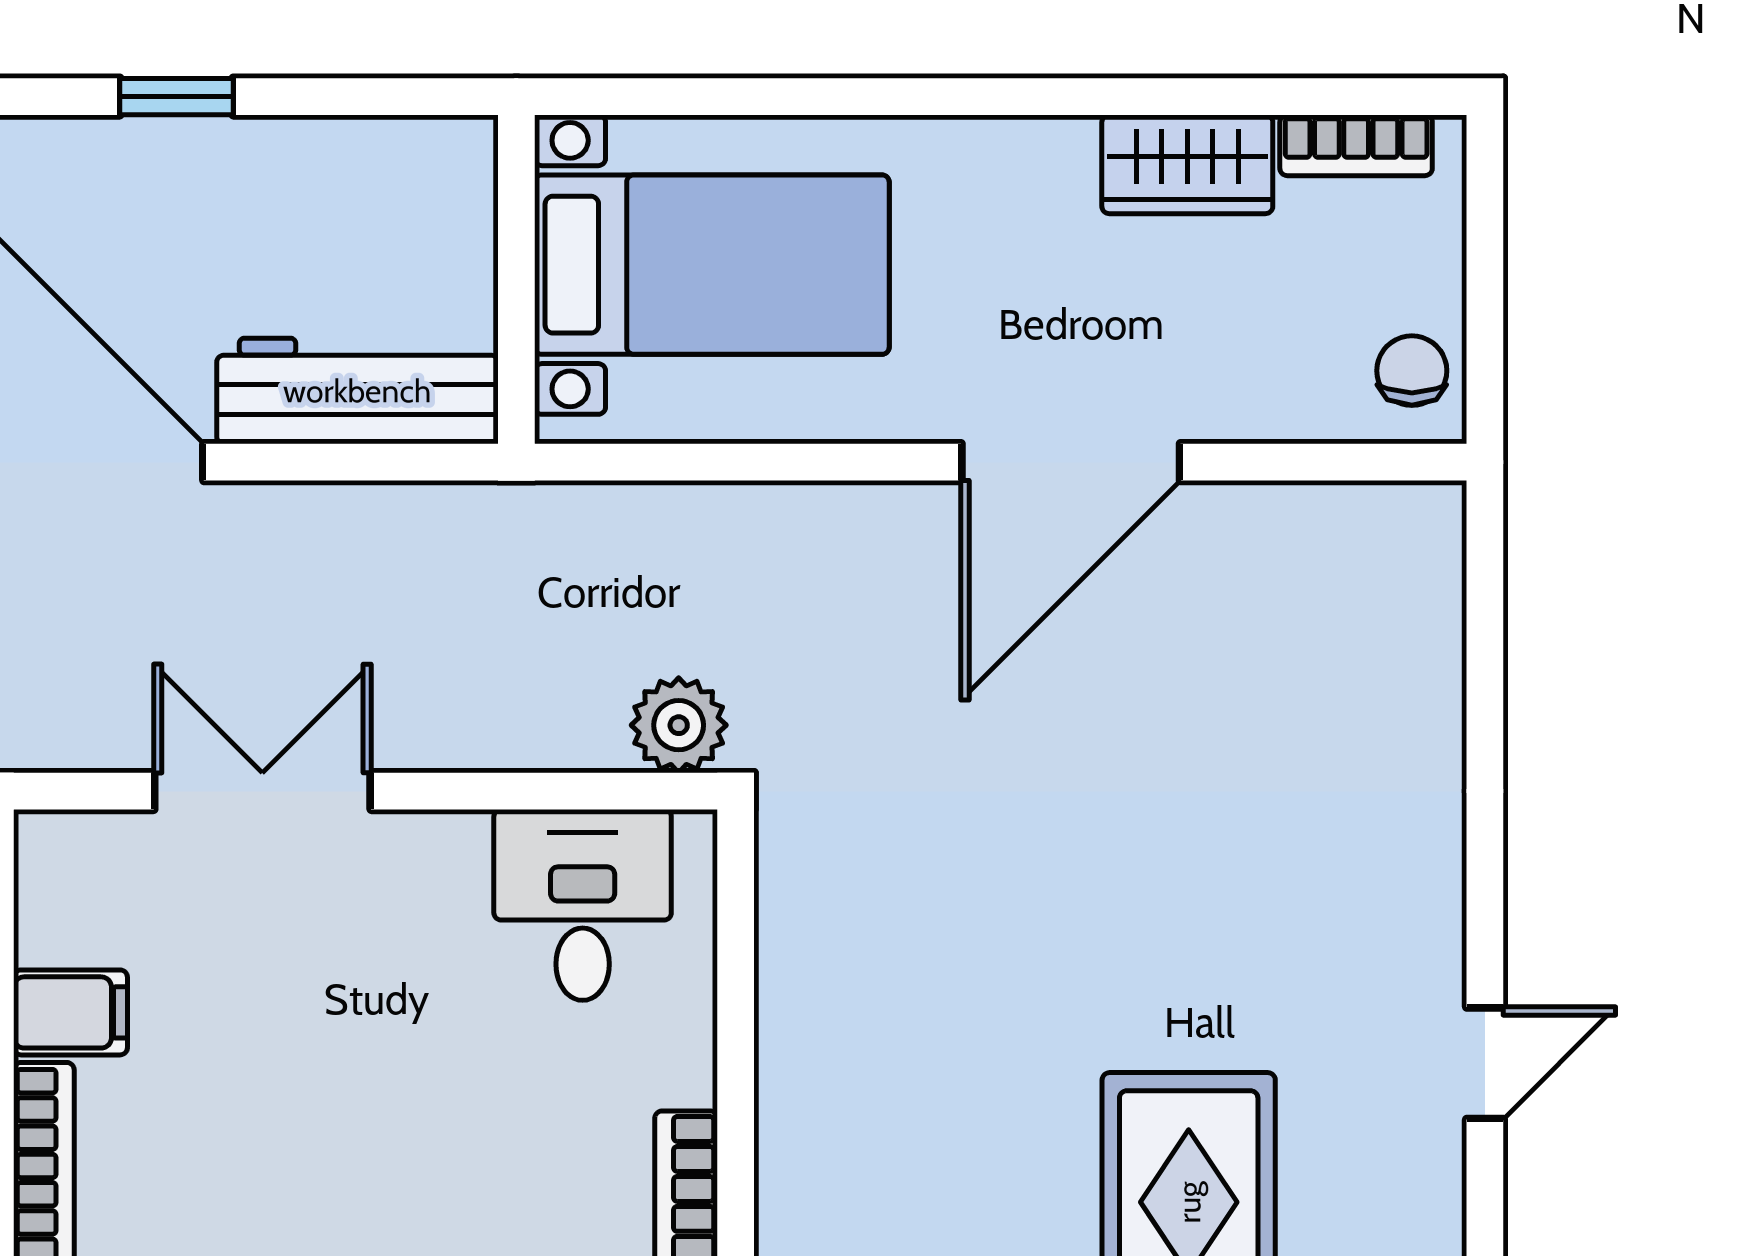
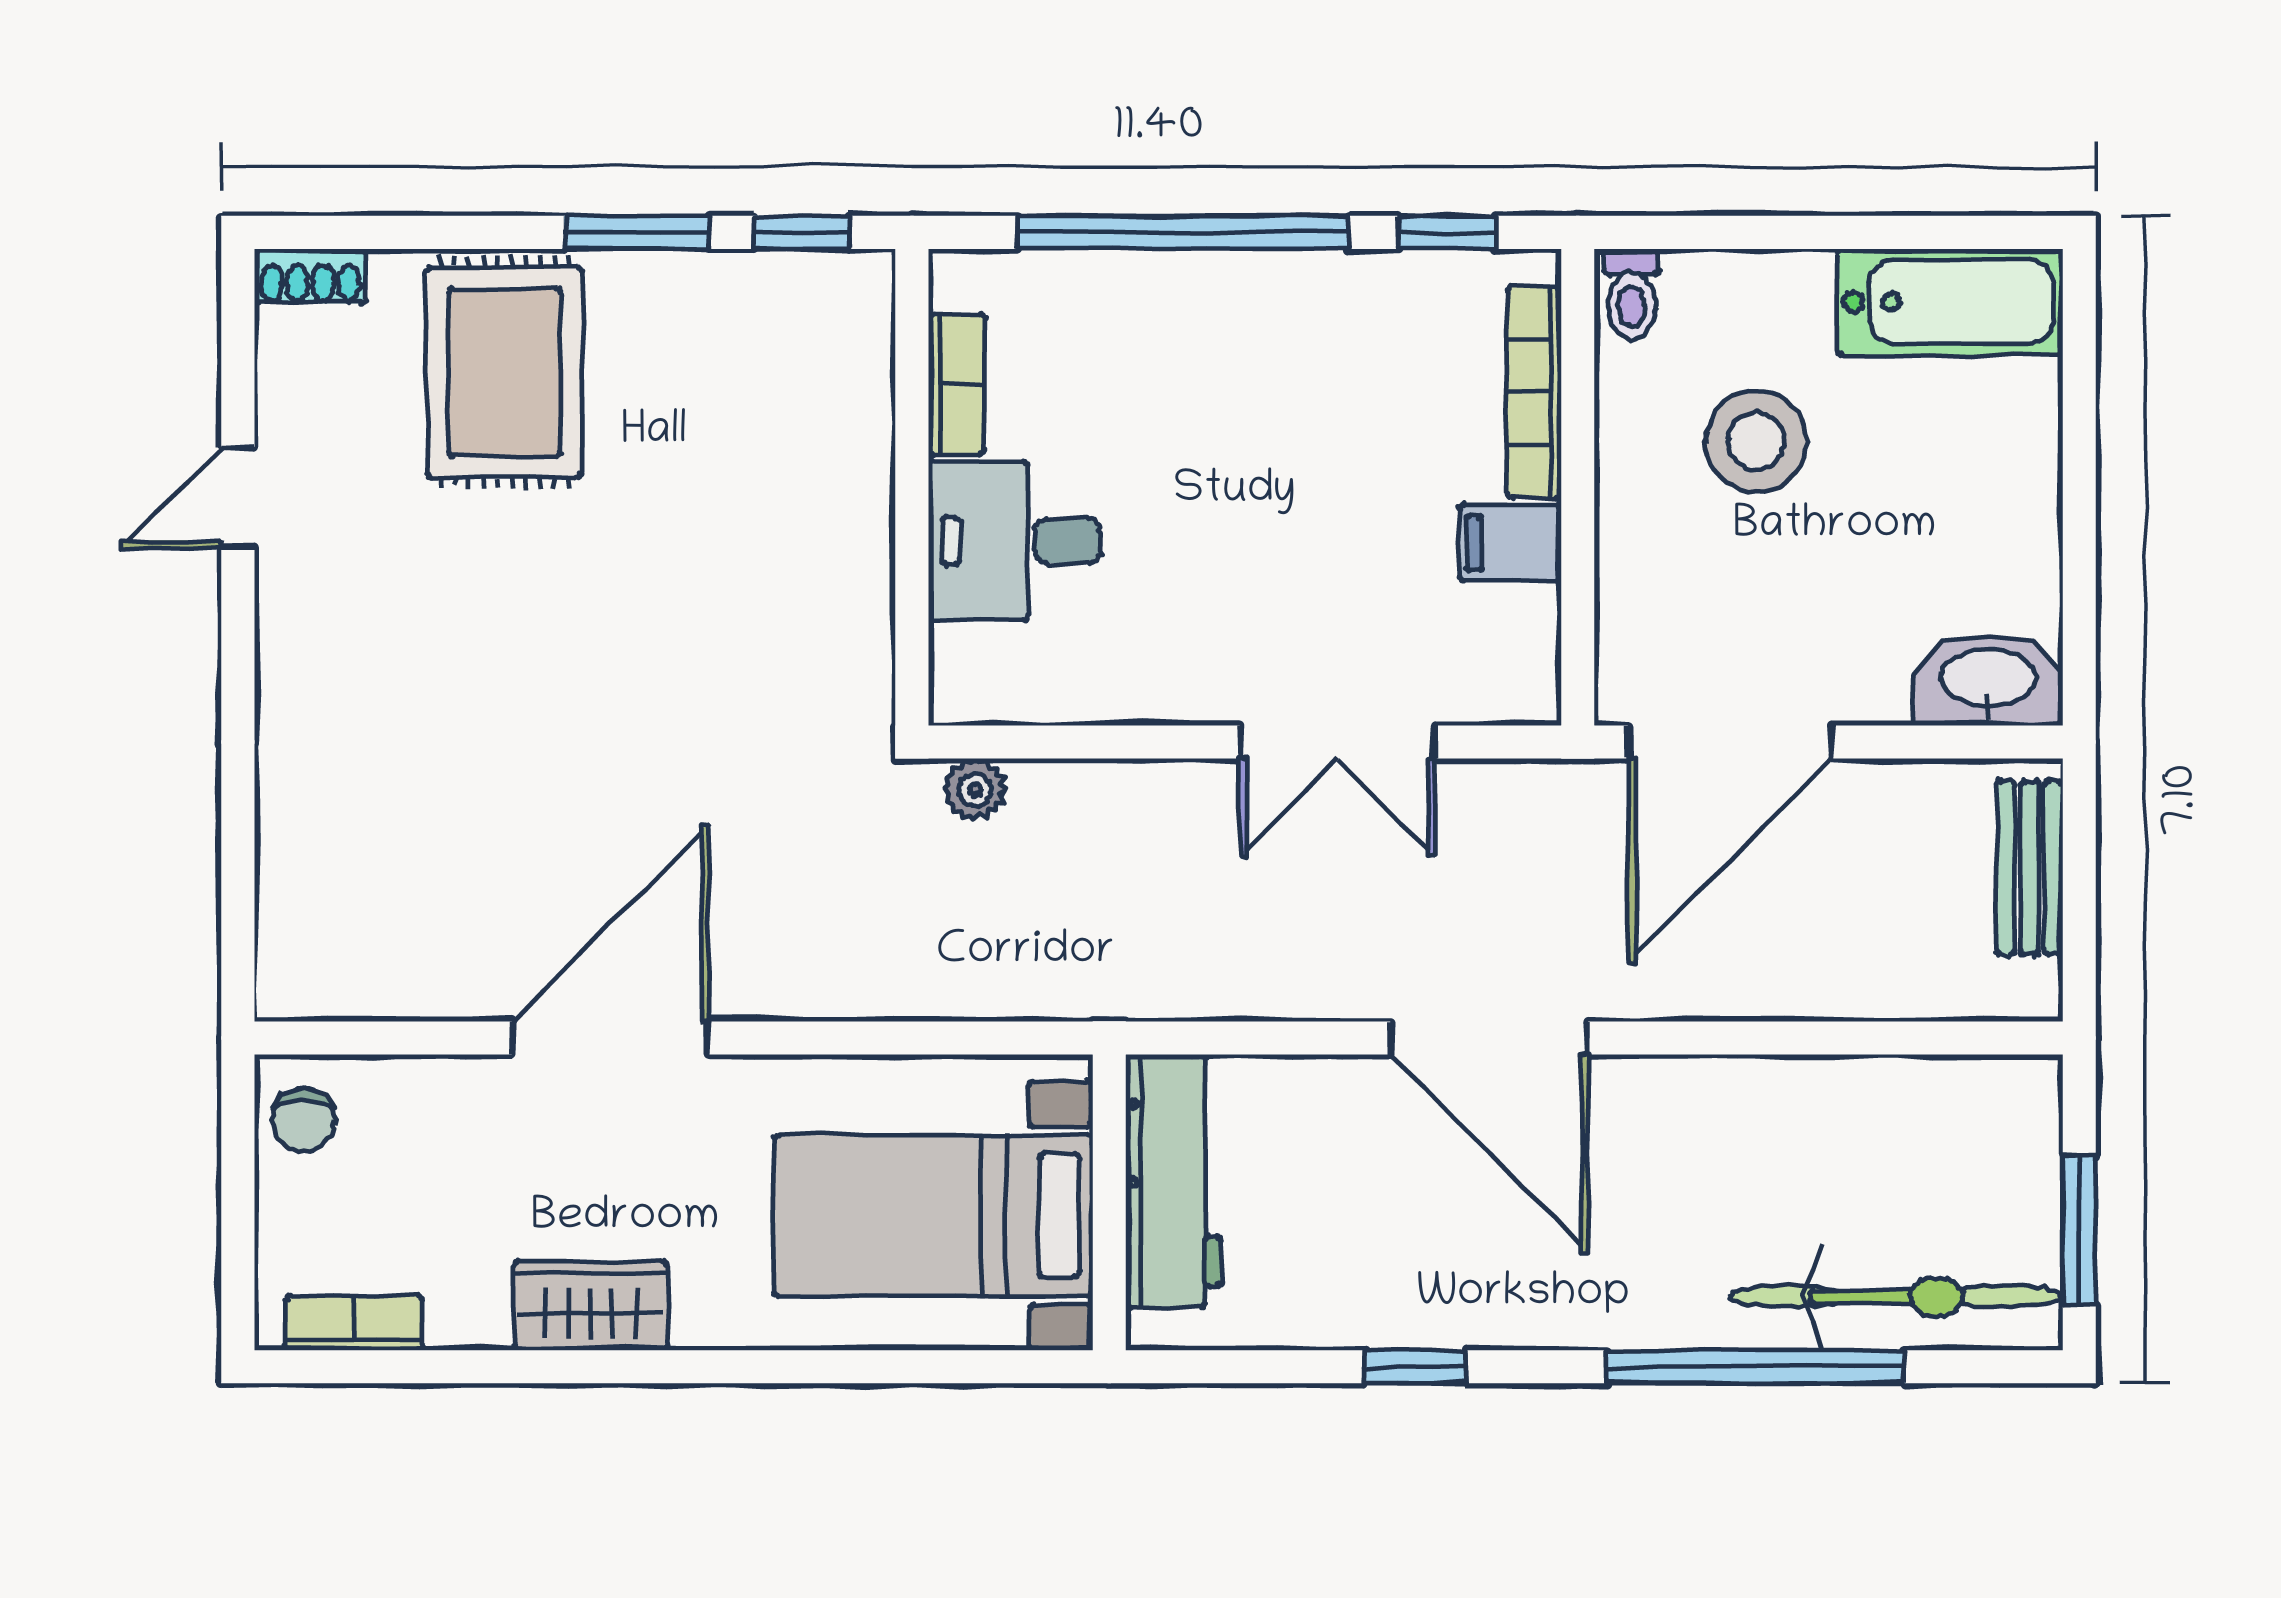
wardrobe: (1187, 164) -> (591, 1306), moved
workbench: (357, 391) -> (1173, 1181), moved, turned -90
plant: (679, 725) -> (975, 790), width x0.73, depth x0.73
desk: (583, 905) -> (1014, 541), moved, turned 90

